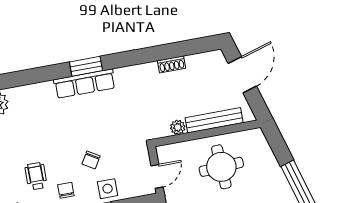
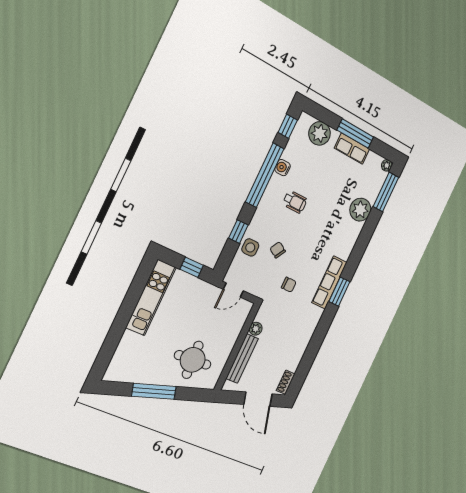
shoe rack: (172, 64) -> (286, 382), moved
round table: (221, 167) -> (193, 360), moved
door: (157, 176) -> (233, 290), hinge flipped
chair: (66, 190) -> (289, 285), moved

